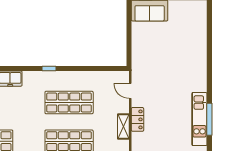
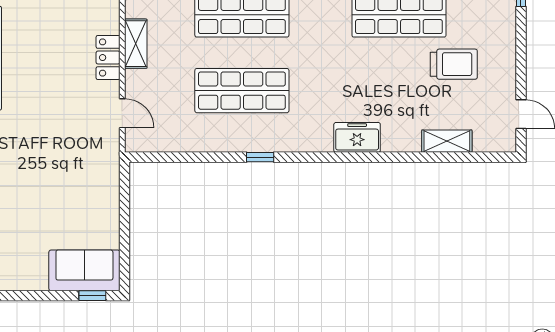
window: (49, 68) -> (260, 157), moved

